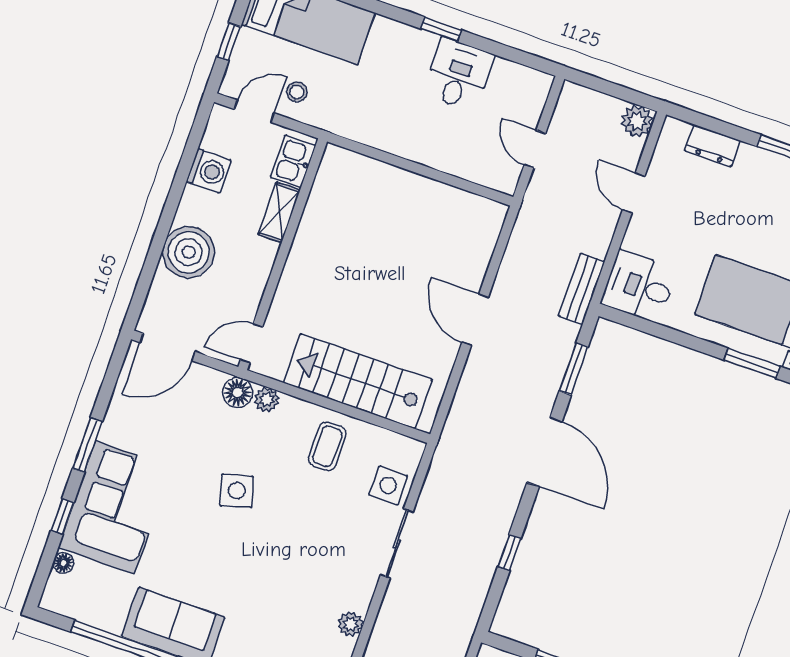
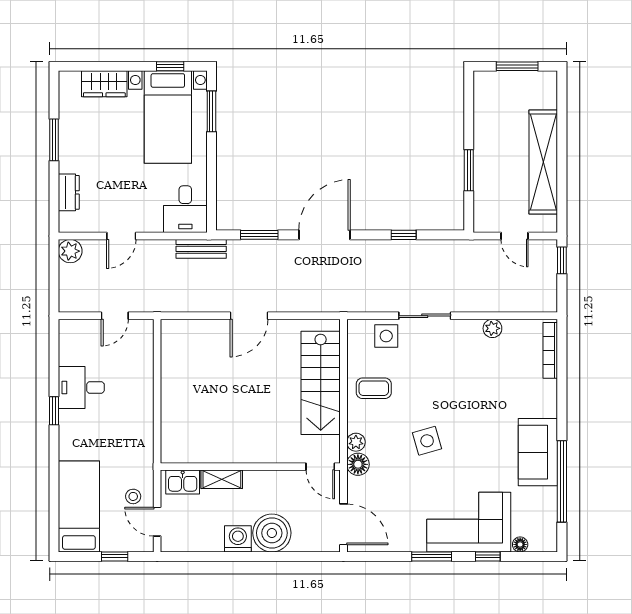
washing machine: (209, 171) -> (238, 539), moved

